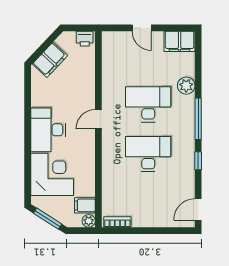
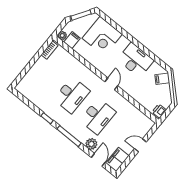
filing cabinet: (50, 60) -> (162, 79), width x0.50
desk: (48, 130) -> (136, 60), moved
door: (198, 209) -> (98, 160), moved

